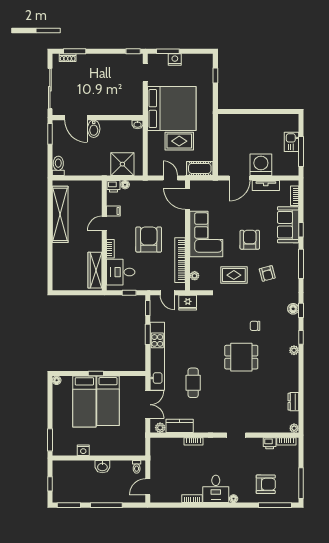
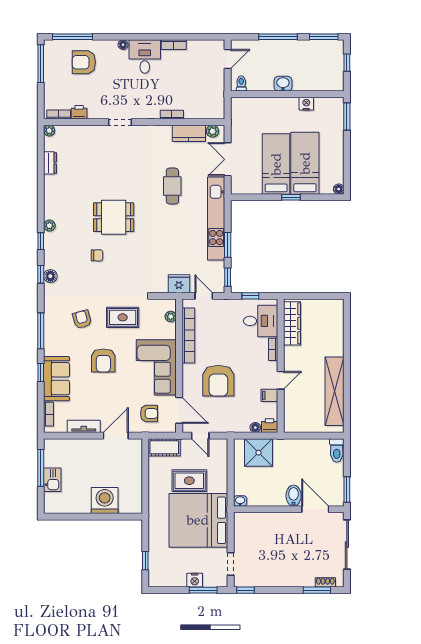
washing machine: (261, 165) -> (105, 500), moved, turned 180
armchair: (212, 196) -> (149, 414), added
armchair: (149, 240) -> (218, 381), moved

